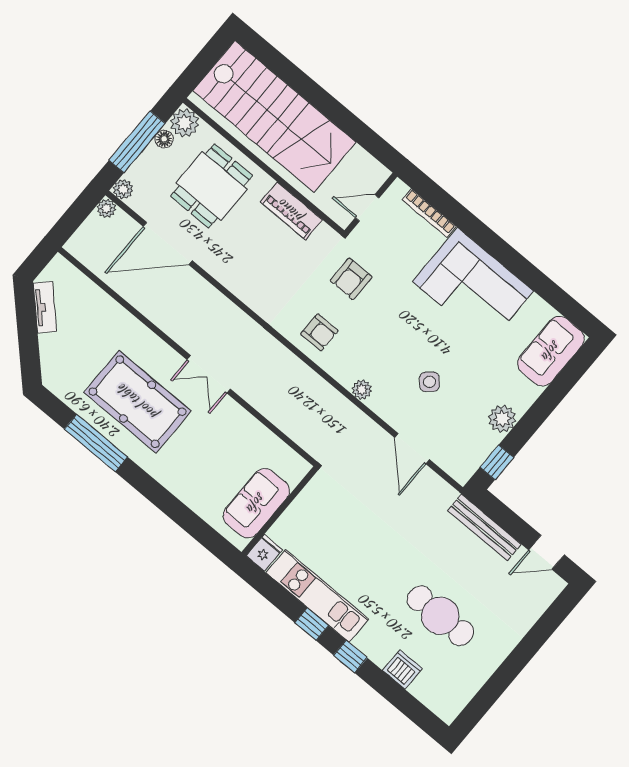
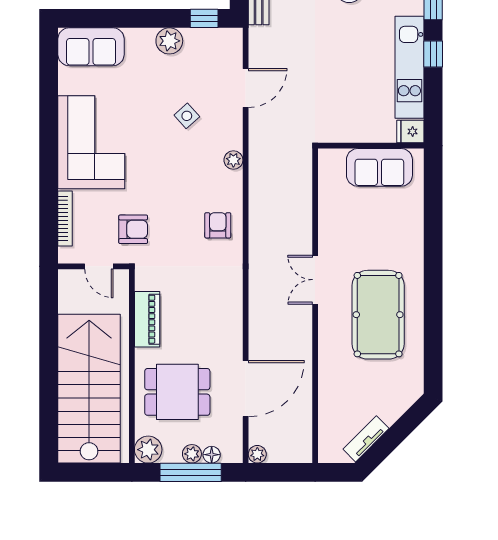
floor lamp: (164, 139) -> (212, 455), moved
plant: (123, 189) -> (192, 454), moved
door: (168, 244) -> (246, 389), hinge flipped
armchair: (351, 279) -> (133, 229), moved
double door: (209, 374) -> (315, 280), swing flipped
window: (96, 443) -> (433, 320), removed

